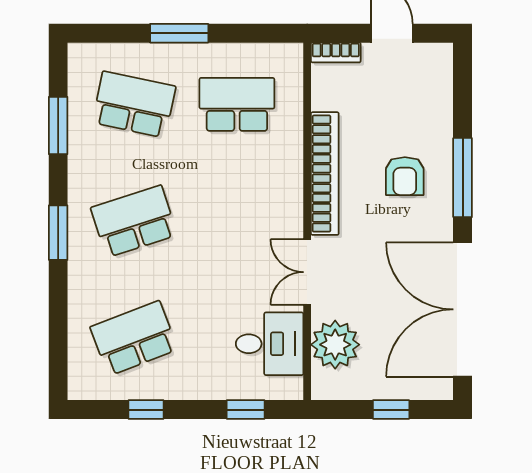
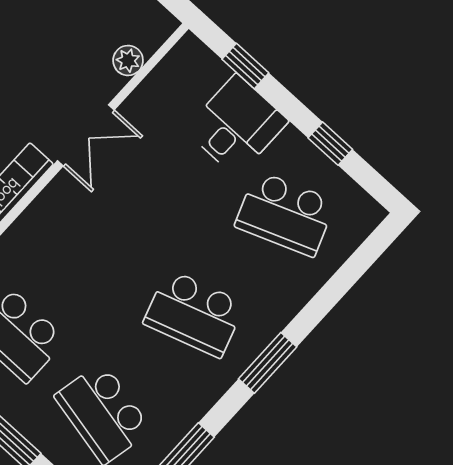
desk: (270, 344) -> (237, 125), moved, turned 90
plant: (335, 345) -> (128, 60), width x0.53, depth x0.53

